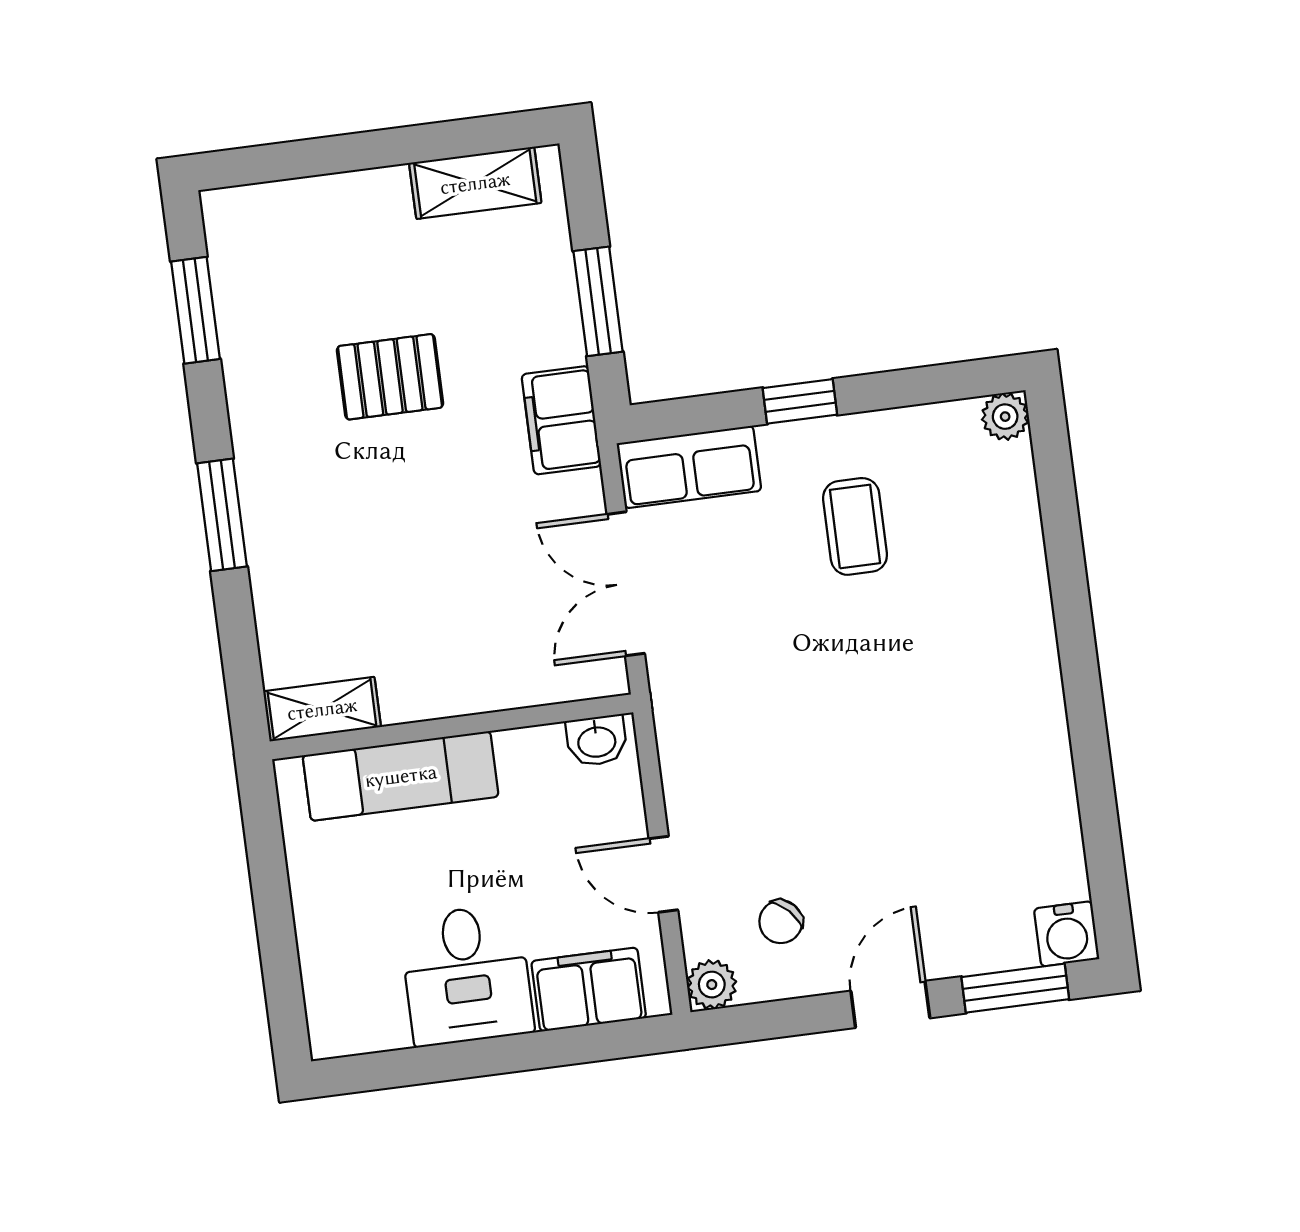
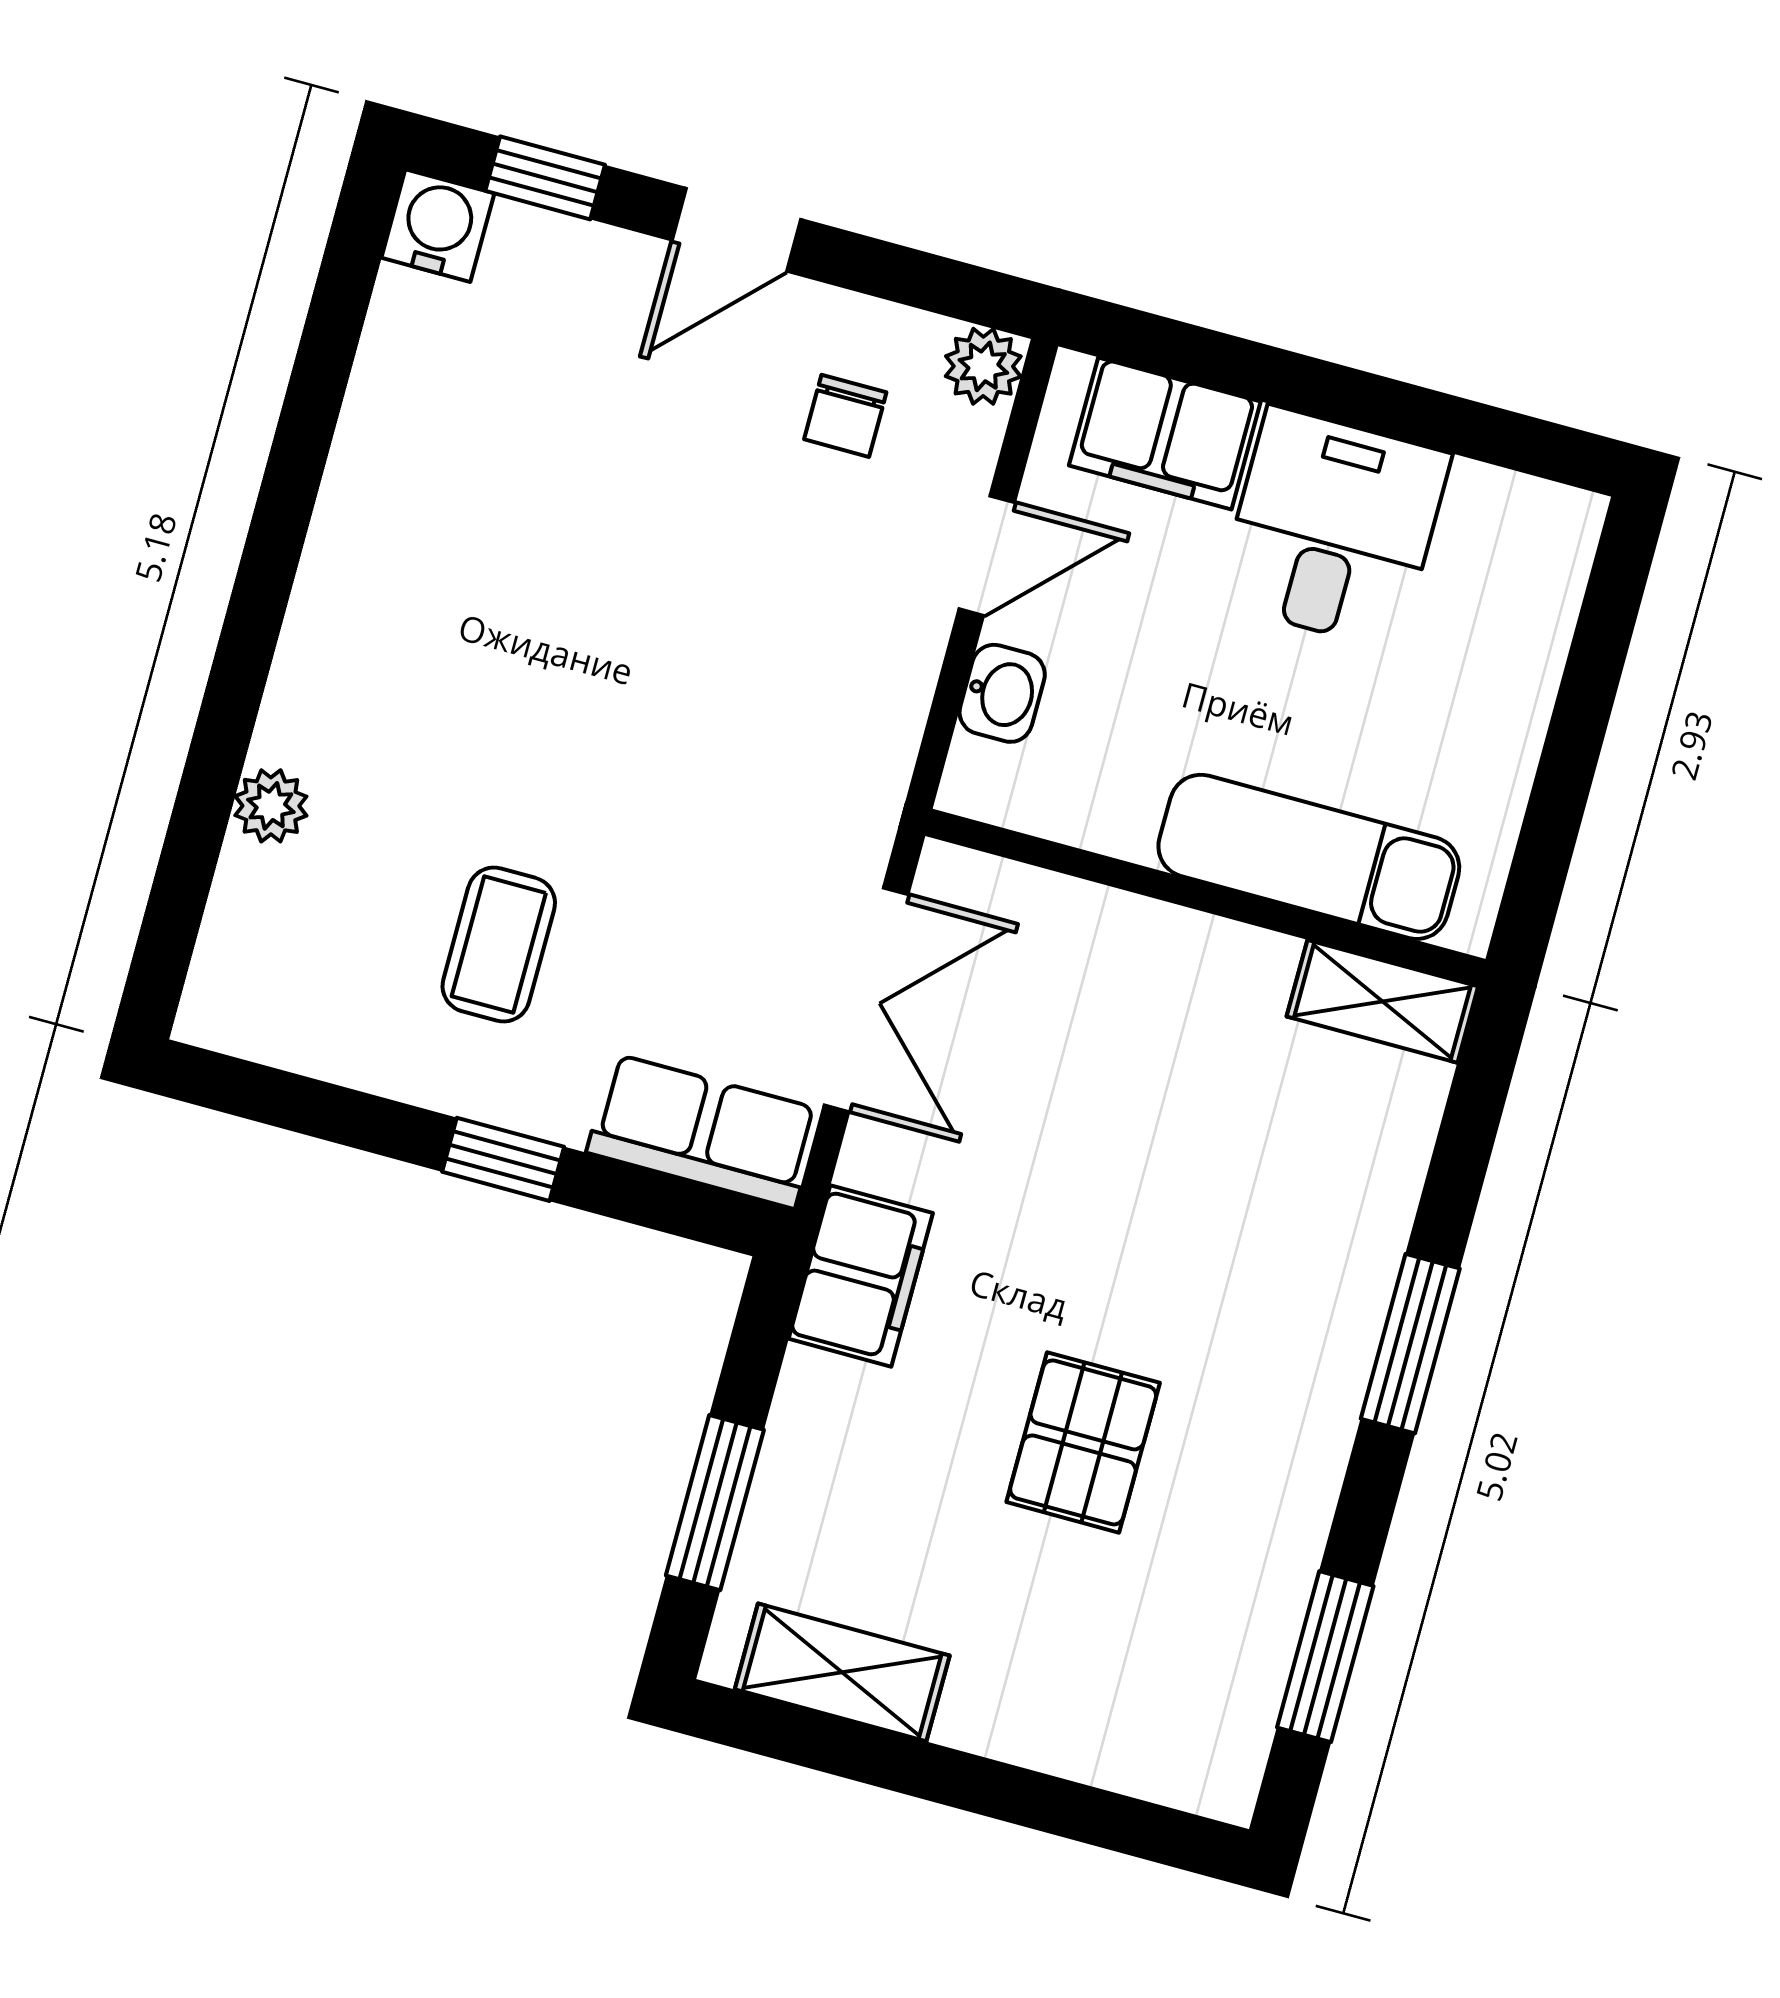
window: (598, 301) -> (715, 1503), moved
pallet: (390, 377) -> (1083, 1442), turned 90
plant: (1005, 417) -> (271, 806), moved
washbasin: (597, 741) -> (1002, 693), moved, turned 90
door: (663, 874) -> (987, 556), hinge flipped
chair: (781, 922) -> (845, 416), turned 134
window: (1015, 988) -> (545, 178), width x0.67

